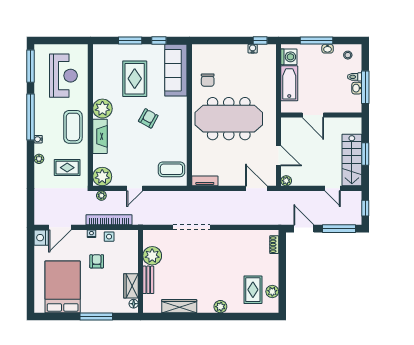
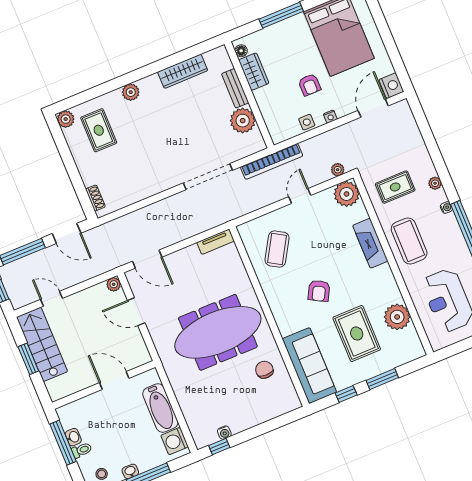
plant: (102, 109) -> (397, 317), moved
coffee table: (171, 169) -> (277, 249), moved, turned -59
bookcase: (109, 220) -> (272, 161), moved
plant: (272, 292) -> (66, 119), moved

